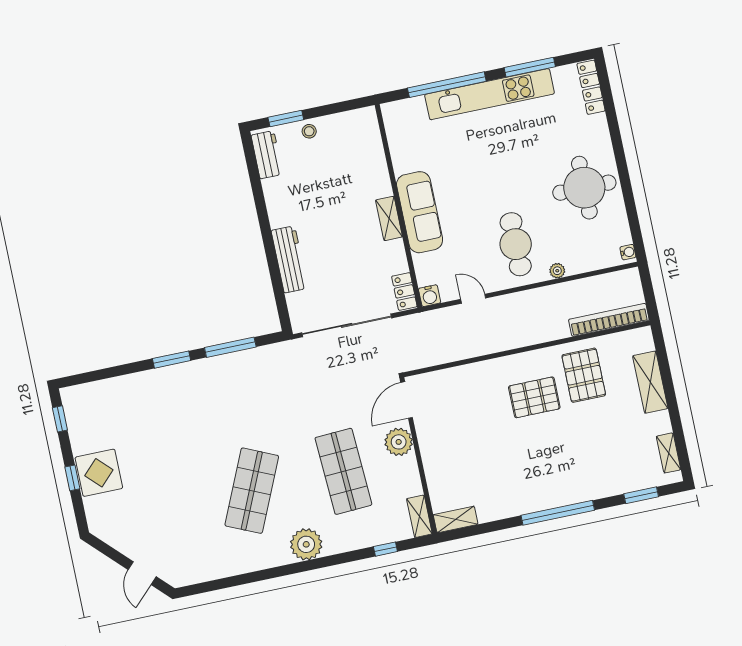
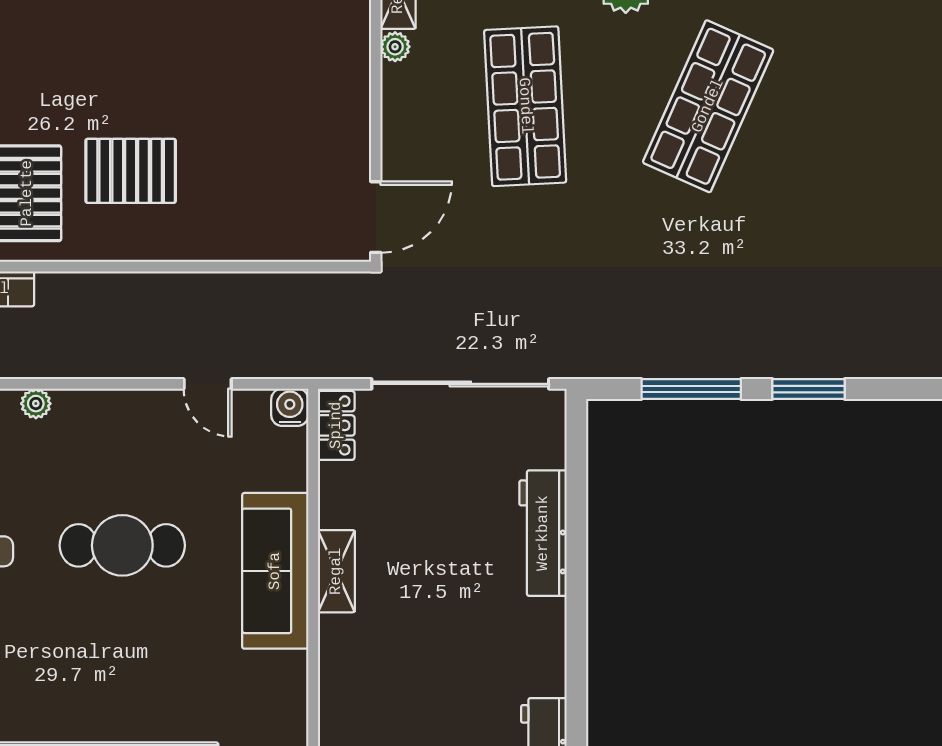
cafe table: (516, 244) -> (122, 545), moved, turned 90
plant: (399, 442) -> (395, 47), moved, width x0.53, depth x0.53

